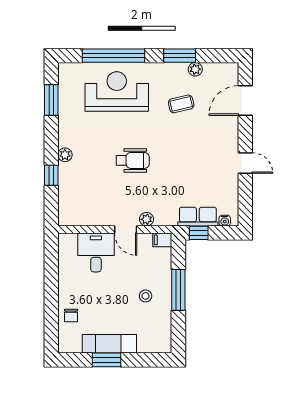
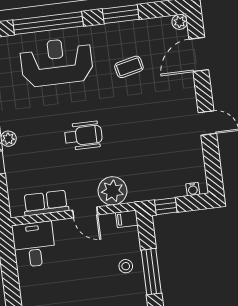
plant: (195, 69) -> (180, 22), moved
row of seats: (198, 217) -> (46, 203), moved
plant: (146, 219) -> (112, 191), width x1.88, depth x1.88
desk: (96, 252) -> (34, 244), moved
stool: (146, 296) -> (126, 266), moved

